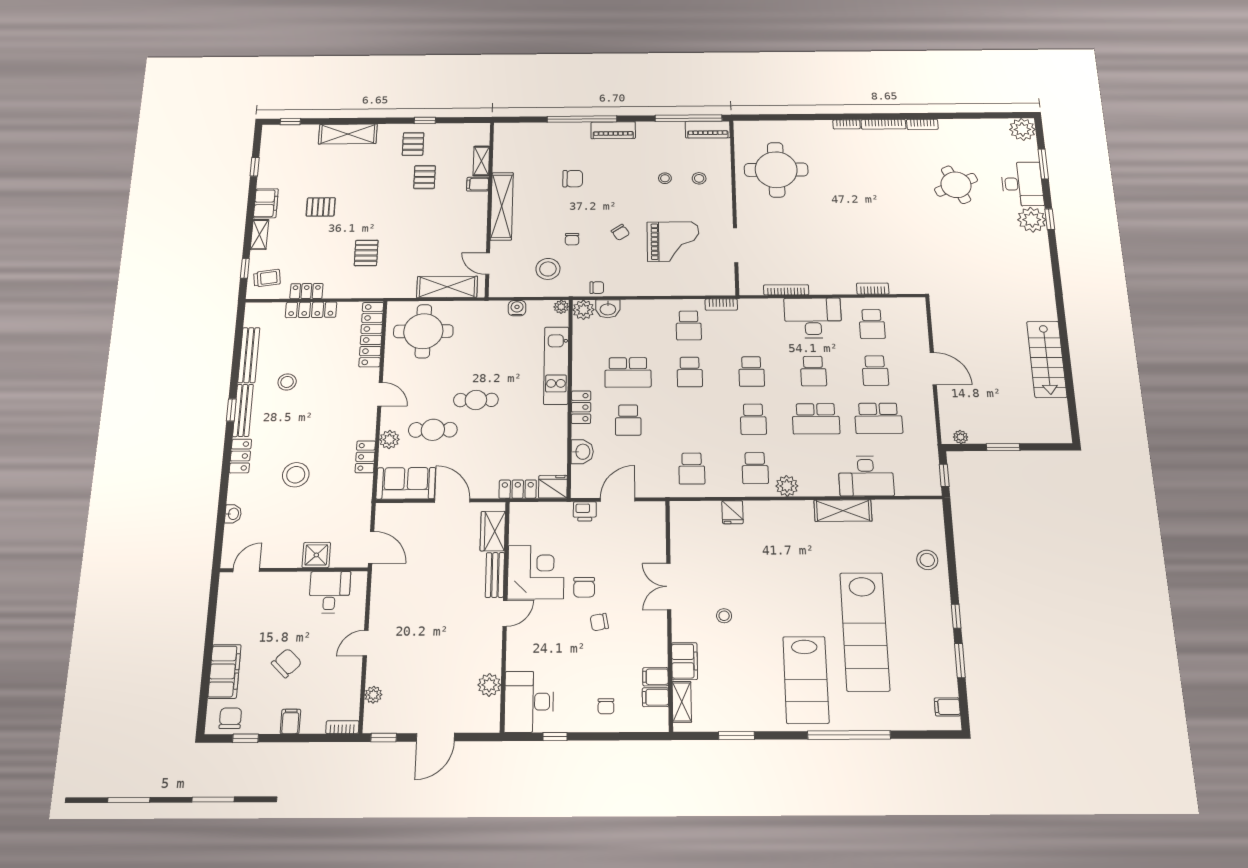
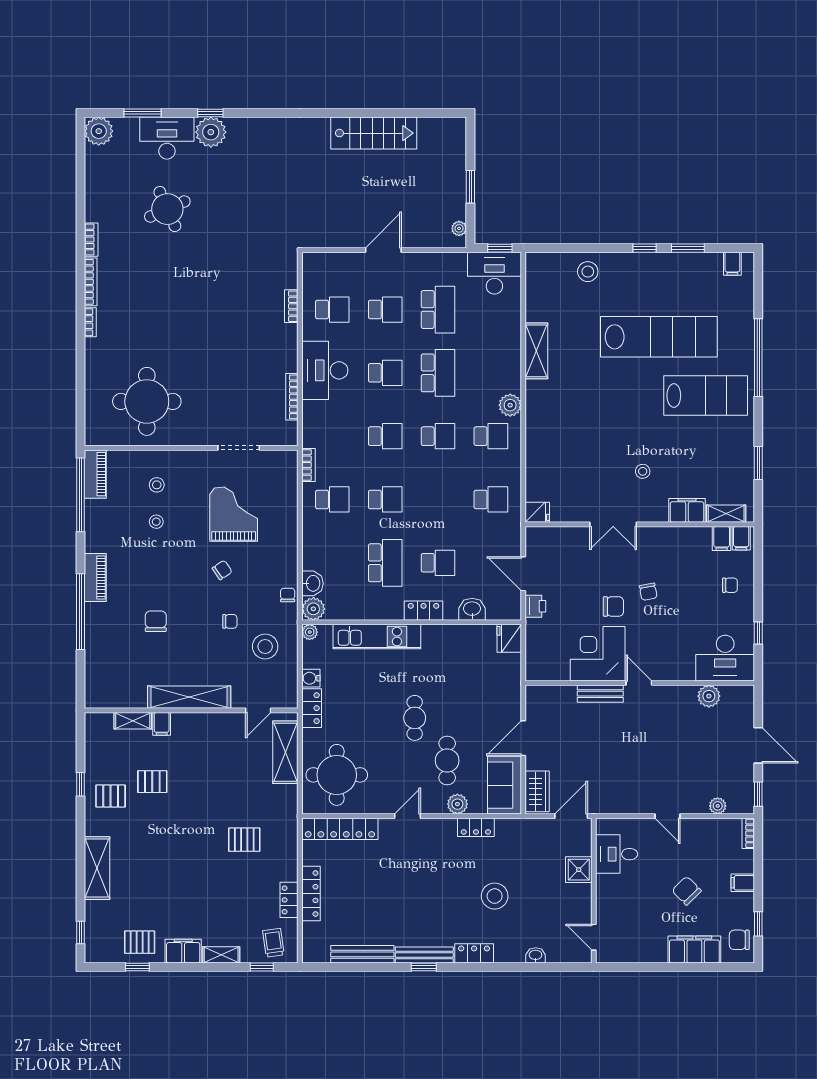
pallet: (321, 207) -> (140, 942), moved, turned 90
stool: (287, 382) -> (393, 912), removed
desk: (866, 476) -> (494, 273), moved, turned -90
locker: (518, 489) -> (312, 708), moved, turned 180
fridge: (733, 512) -> (537, 512), moved
wardrobe: (493, 531) -> (537, 791), moved, turned -90
filing cabinet: (655, 677) -> (741, 538), moved

